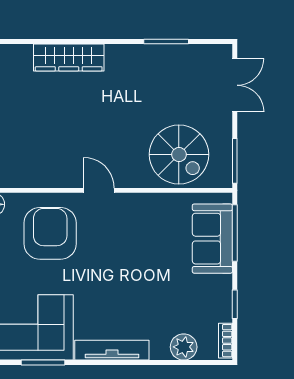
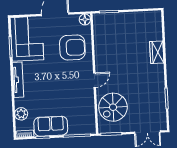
wardrobe: (69, 57) -> (157, 52), width x0.67
door: (99, 190) -> (94, 80), moved
sofa: (212, 239) -> (51, 126), moved

